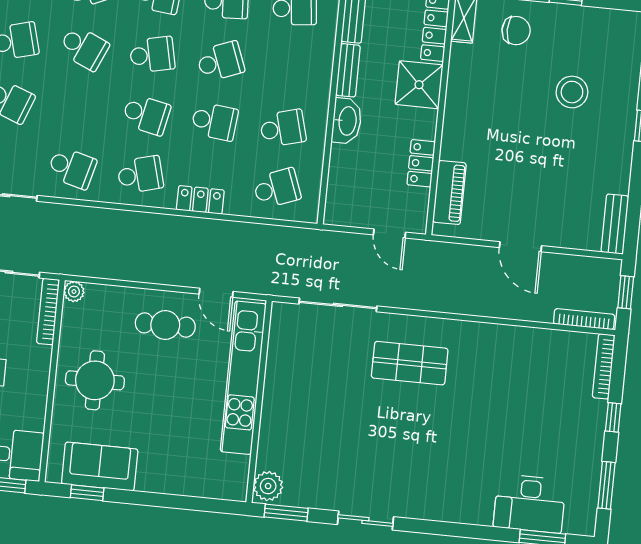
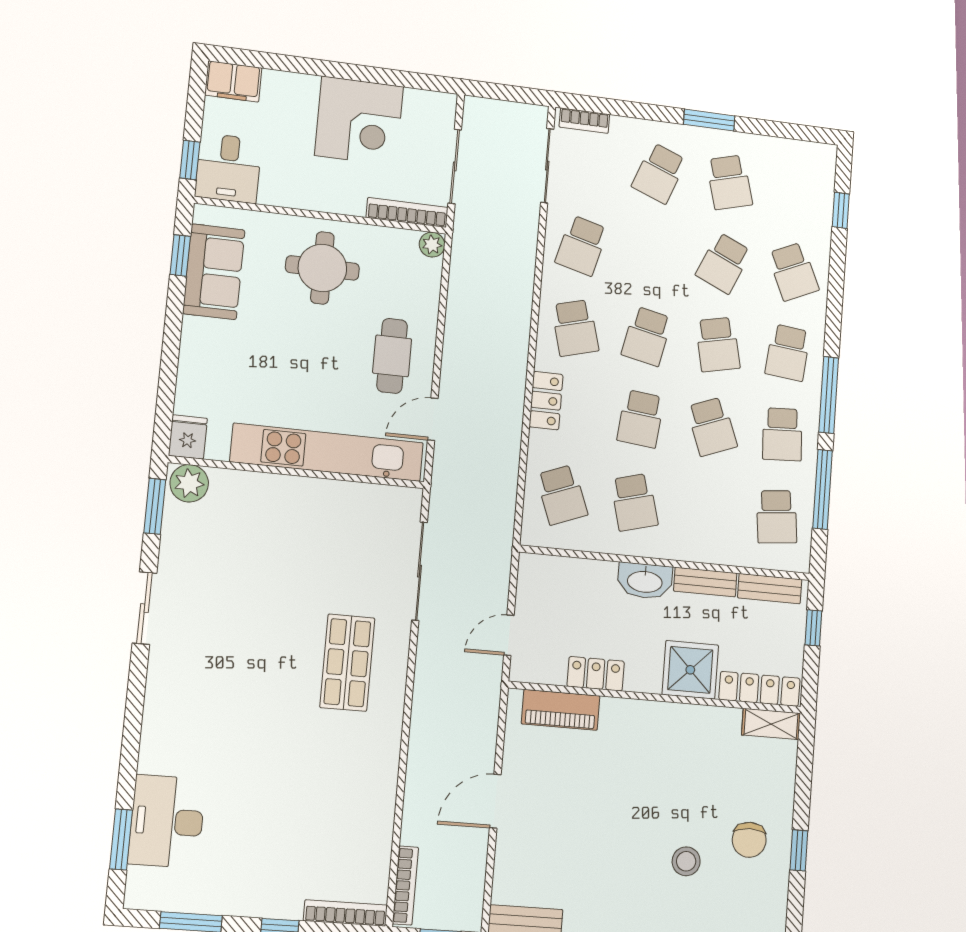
chair: (516, 31) -> (749, 840), moved
stool: (572, 92) -> (686, 861), width x0.73, depth x0.73
fridge: (232, 487) -> (188, 437), added

